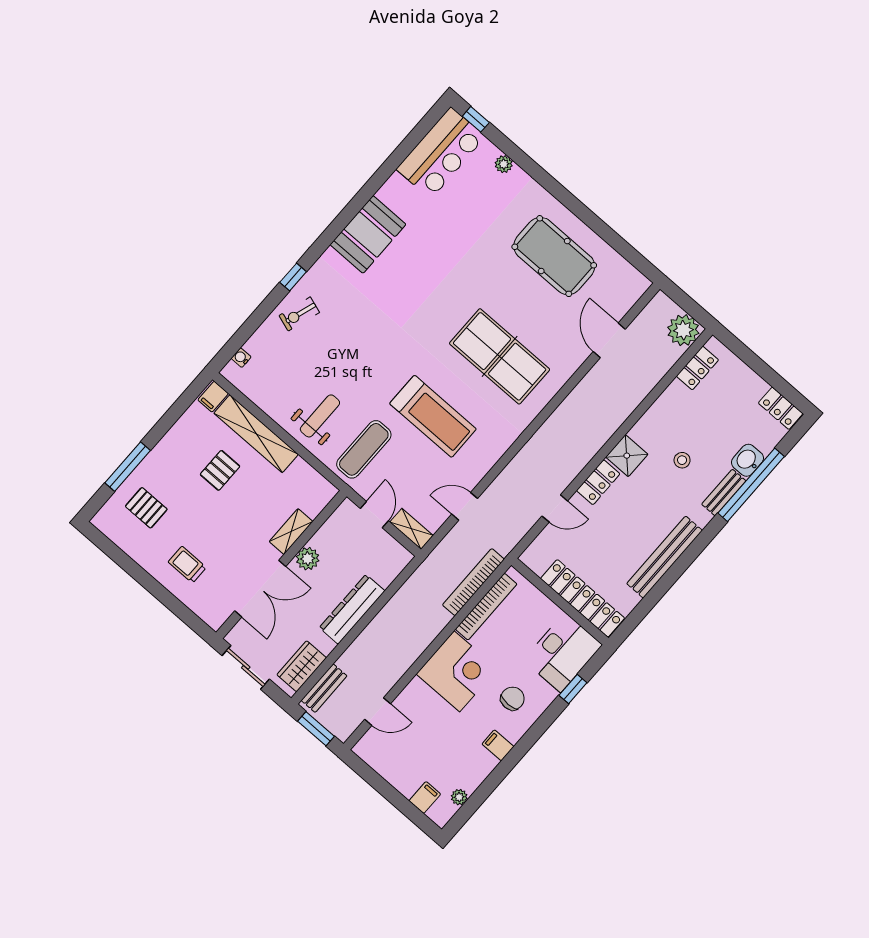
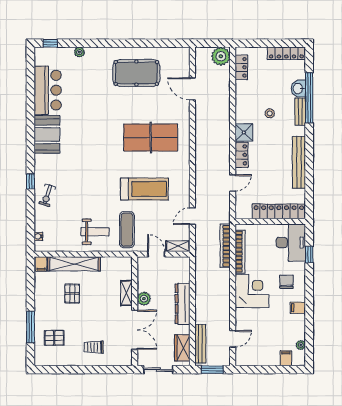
bar counter: (441, 153) -> (48, 90), moved
locker: (781, 408) -> (286, 53), width x1.53
weight bench: (320, 416) -> (95, 232), turned 90
bench: (324, 688) -> (200, 344), width x1.36

